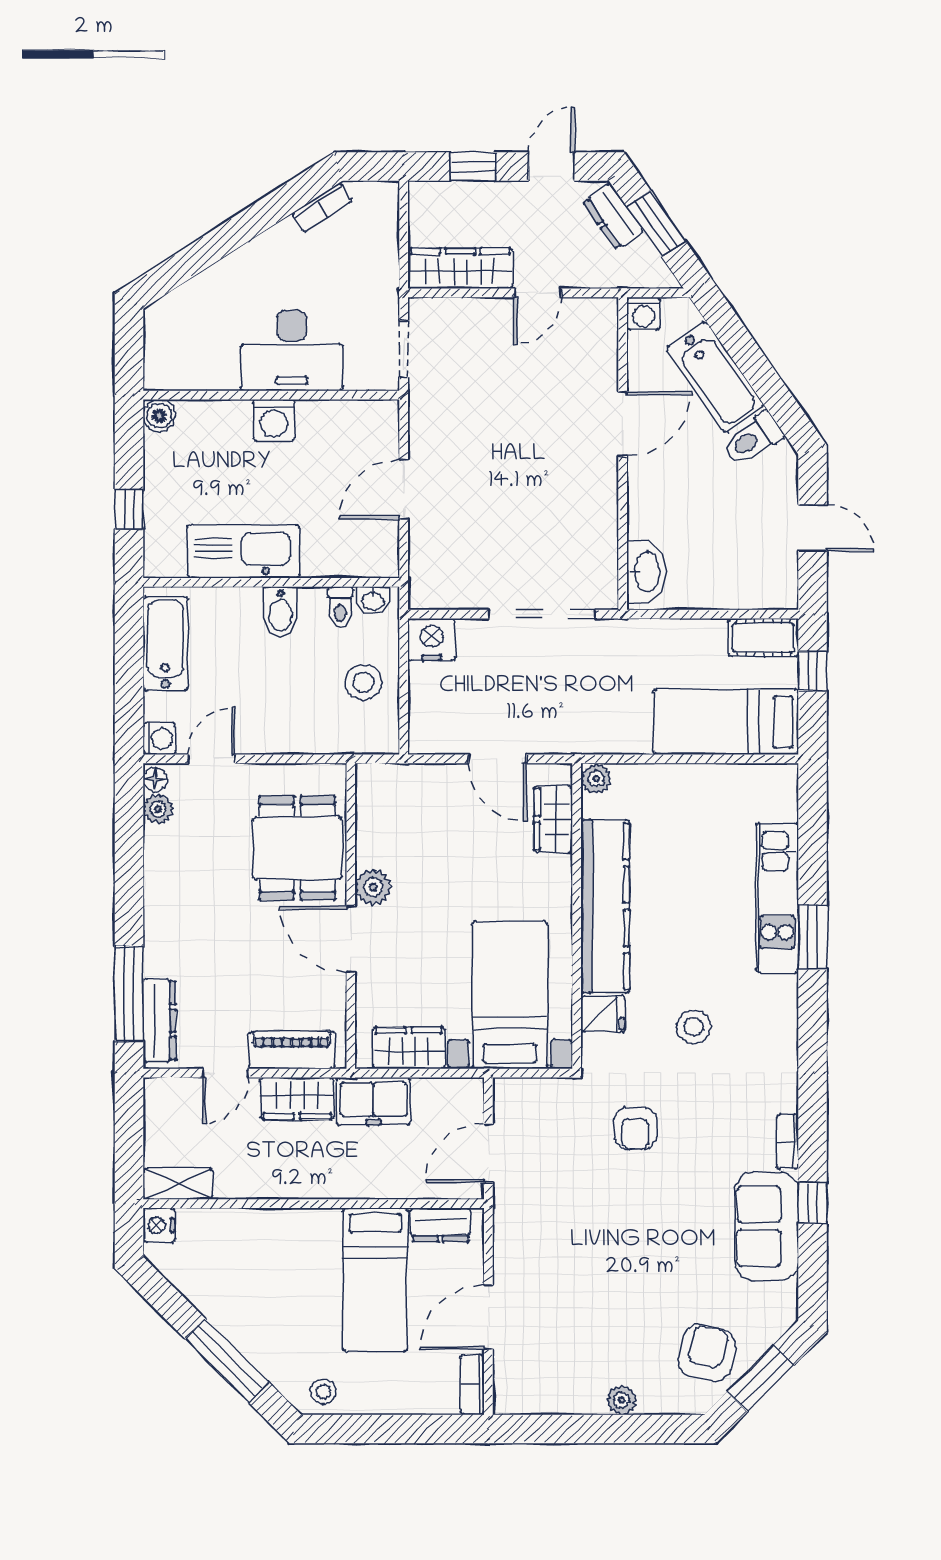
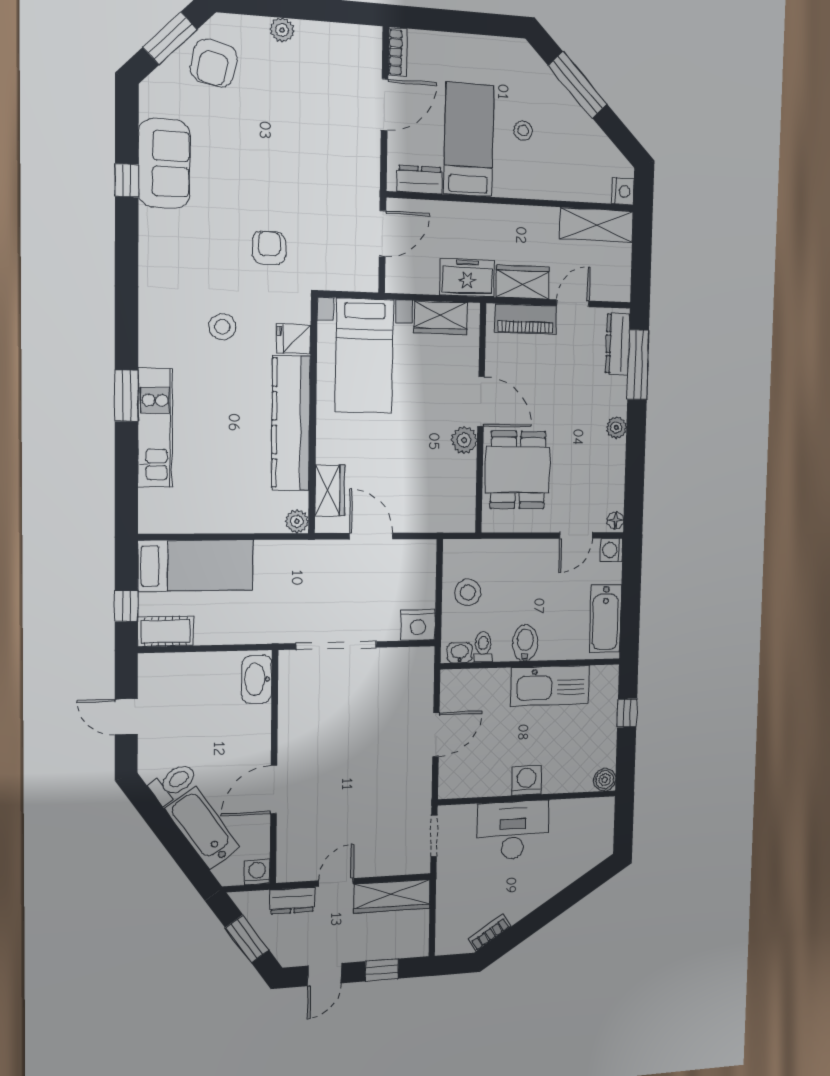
dresser: (613, 216) -> (293, 901), moved, turned 125
plant: (158, 809) -> (616, 427), moved
bookcase: (787, 1141) -> (147, 232), removed
shelving: (178, 1184) -> (596, 225), width x1.50, depth x1.33
stool: (323, 1391) -> (523, 131), moved

